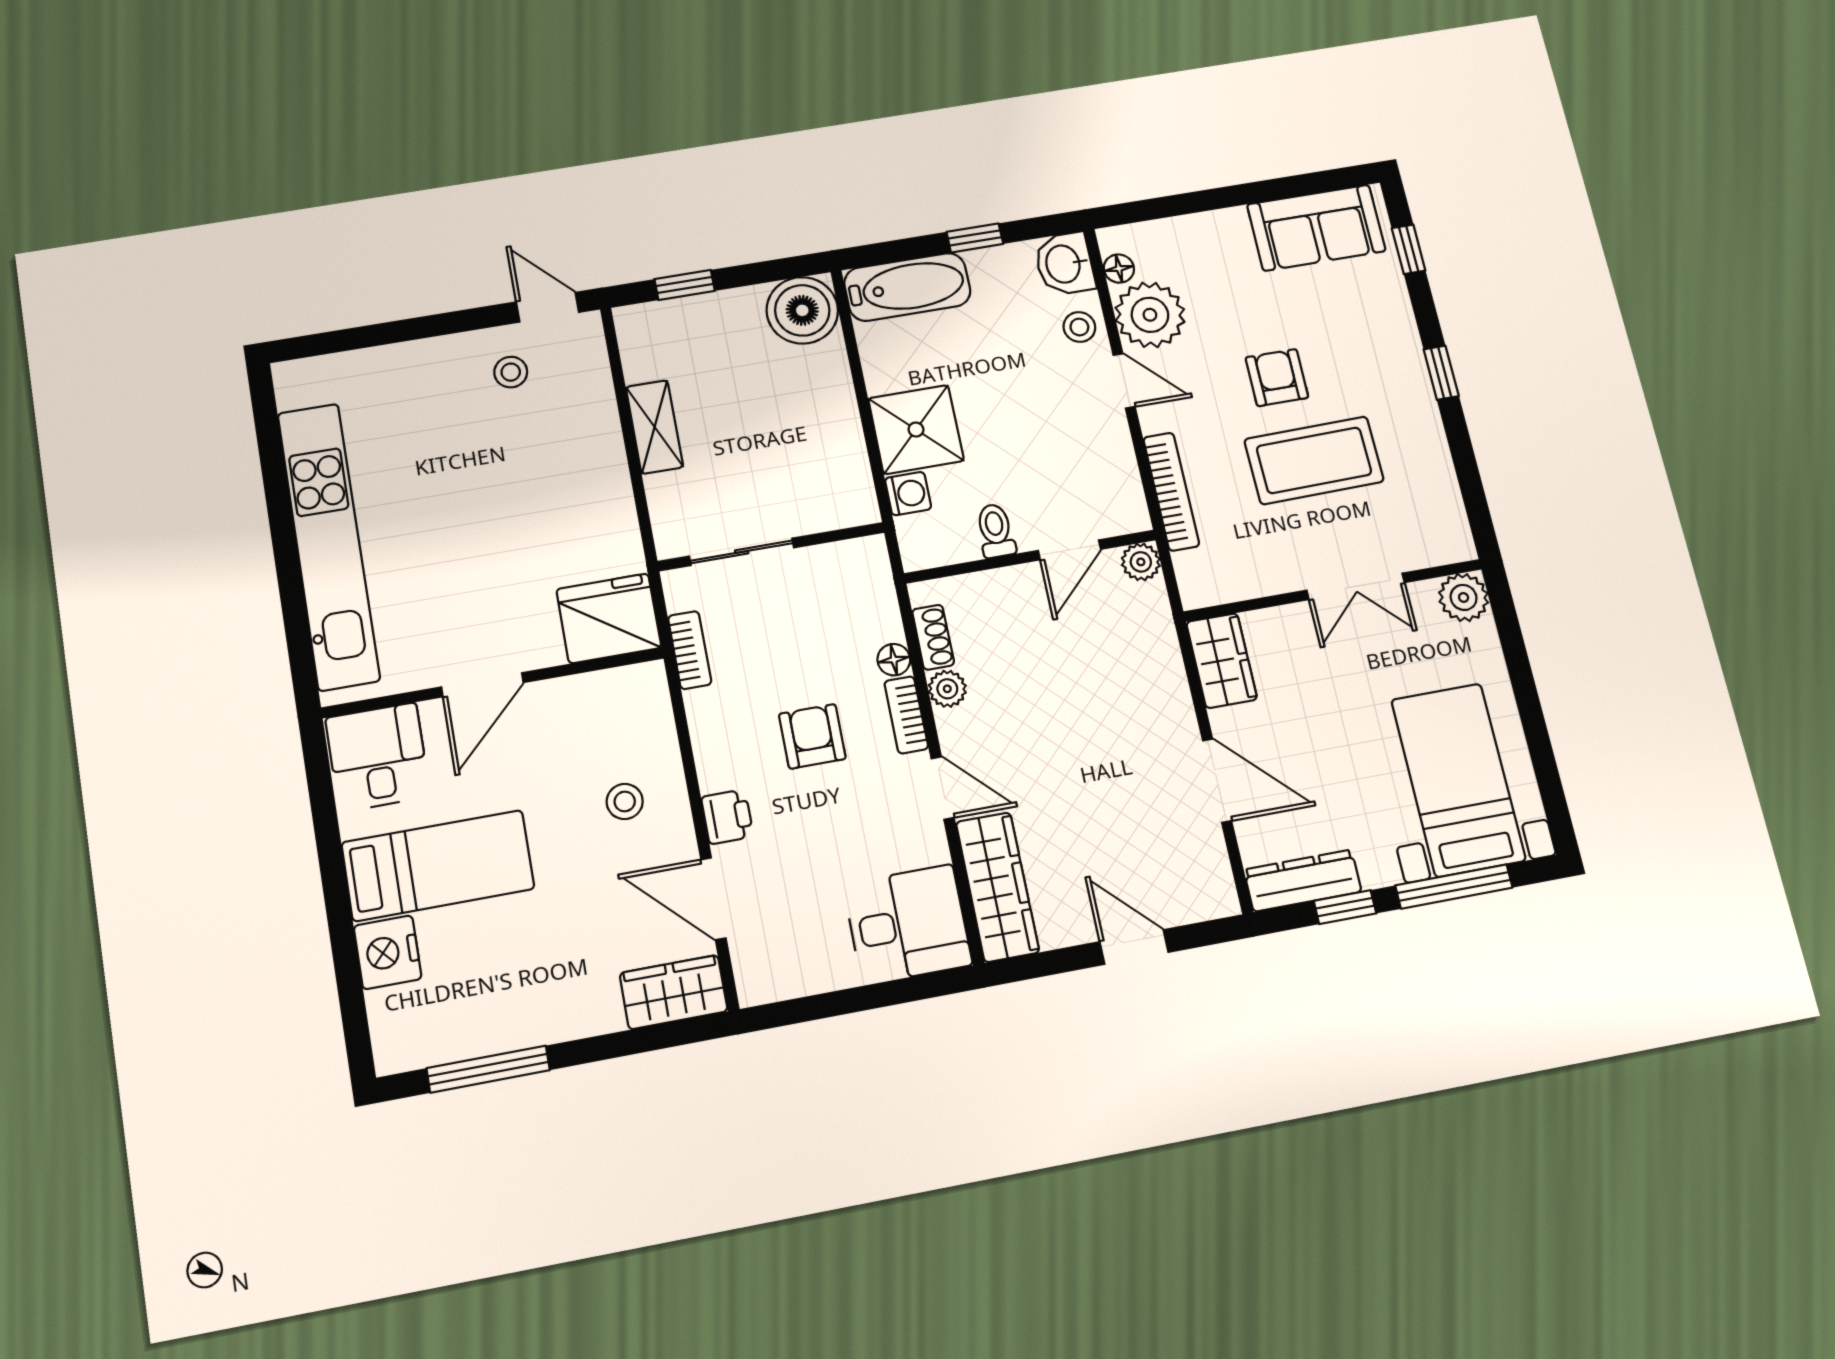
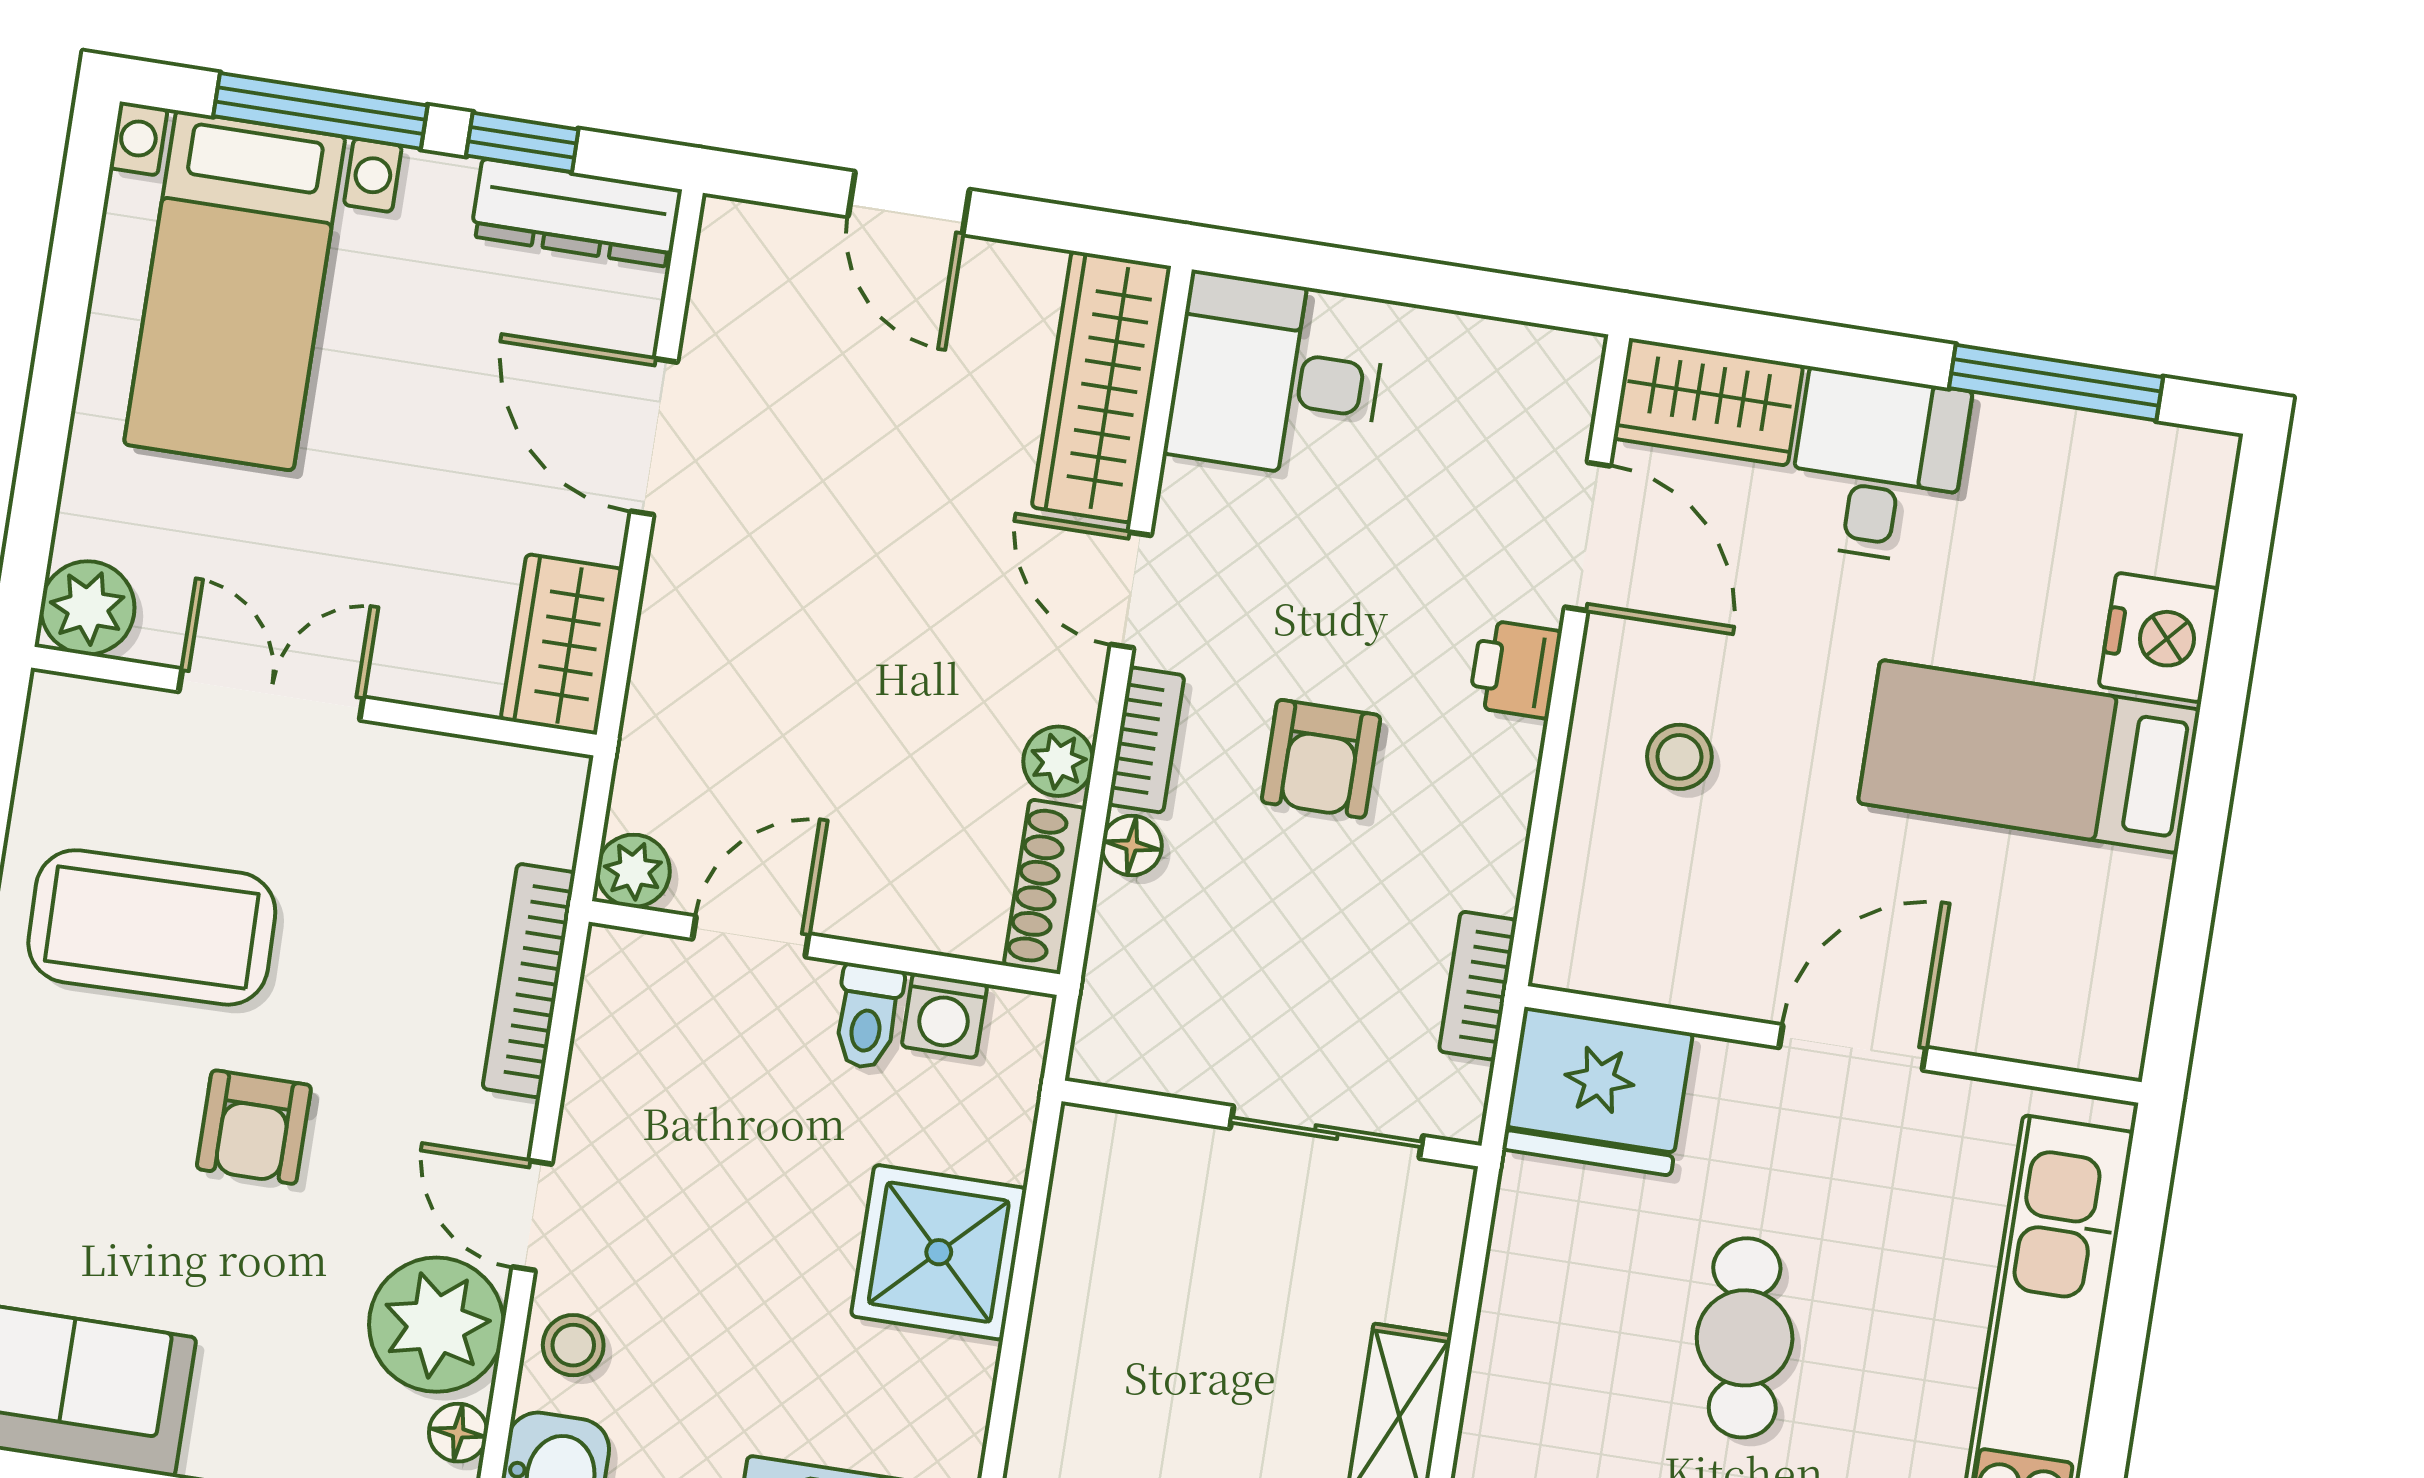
coffee table: (1314, 460) -> (152, 927), moved
washing machine: (908, 494) -> (944, 1015), moved, turned -90
cafe table: (490, 522) -> (1745, 1338), added
shoe rack: (933, 637) -> (1045, 887), width x1.43
desk: (378, 757) -> (1878, 467), moved, turned 180

